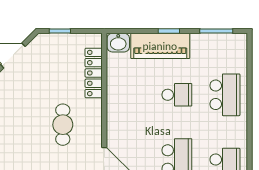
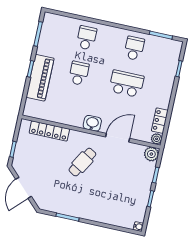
washbasin: (118, 43) -> (92, 123), moved, turned -90
school desk: (225, 95) -> (86, 38), width x0.54
cafe table: (63, 125) -> (82, 162), turned -60

